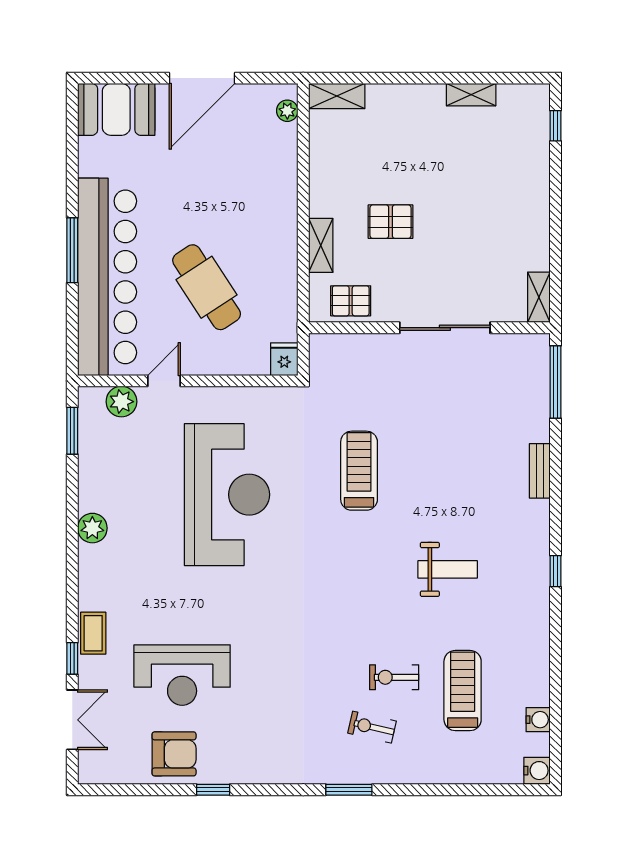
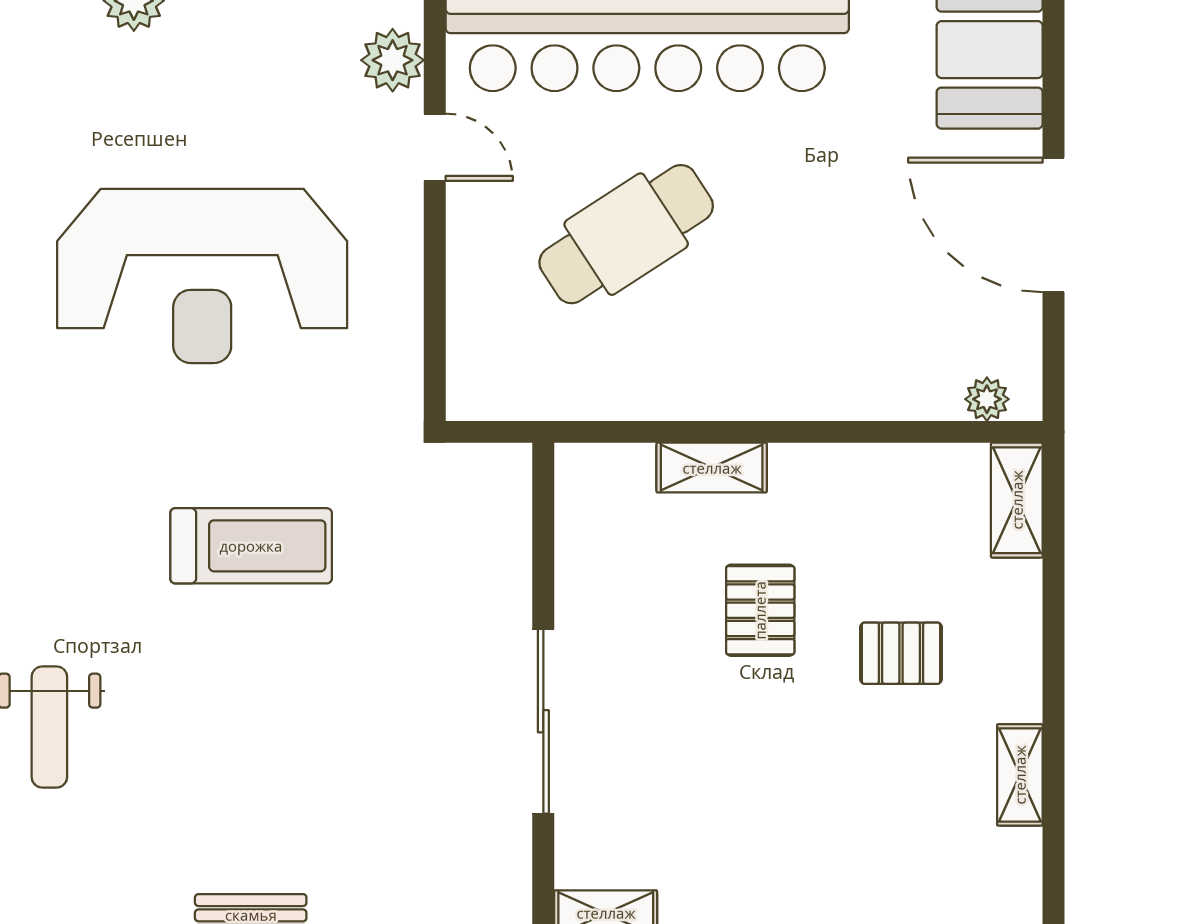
pallet: (351, 301) -> (901, 653), moved, turned 90
fridge: (284, 359) -> (479, 393), removed

